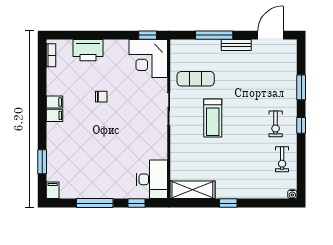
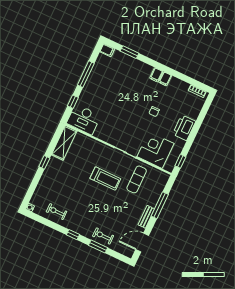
door: (270, 35) -> (142, 243), swing flipped
printer: (88, 50) -> (184, 128), moved
corner desk: (148, 58) -> (155, 150), moved
treadmill: (213, 118) -> (105, 179), turned 180
exercise bike: (276, 124) -> (103, 236), moved

